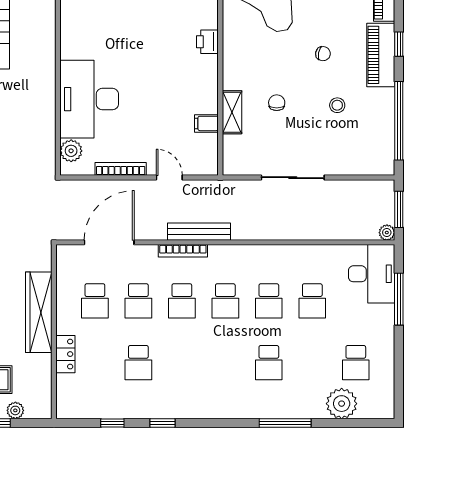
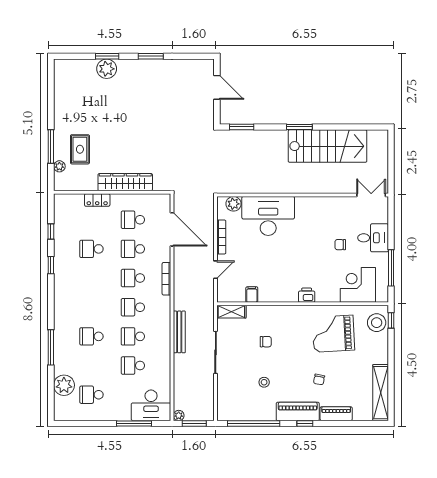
chair: (323, 54) -> (319, 379), moved
shelving: (232, 112) -> (231, 312), moved
bench: (199, 232) -> (179, 332), moved

